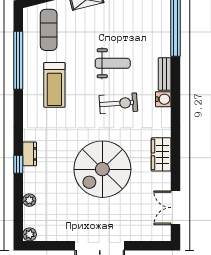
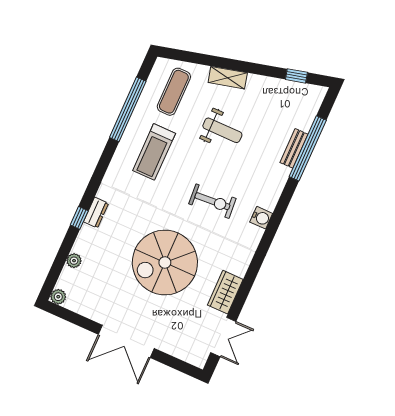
weight bench: (113, 63) -> (222, 130), moved
bench: (165, 74) -> (294, 148), moved
wardrobe: (161, 154) -> (225, 292), moved
double door: (175, 208) -> (223, 337), swing flipped

